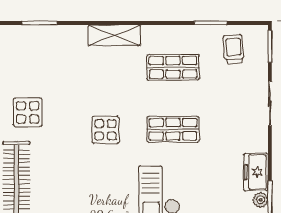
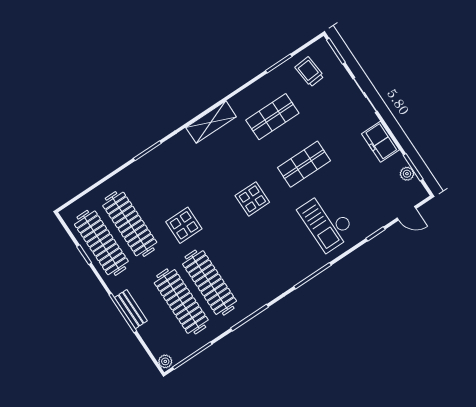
freezer: (256, 172) -> (380, 142), moved

